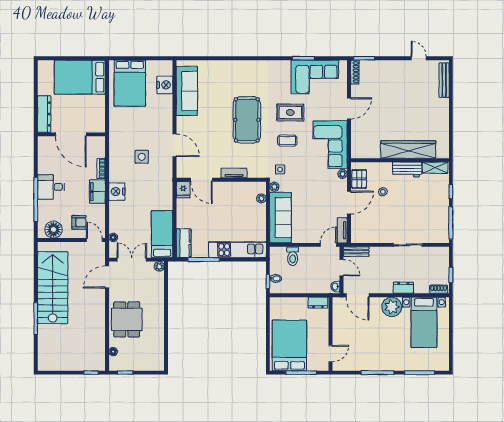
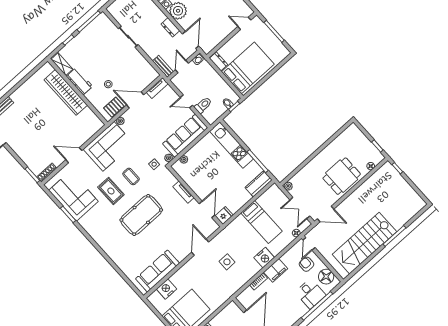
desk: (51, 187) -> (310, 294), moved
bed: (162, 234) -> (261, 222), moved, turned -90
door: (329, 245) -> (186, 101), moved
dresser: (403, 288) -> (170, 27), moved
bed: (289, 345) -> (248, 68), moved, turned 180

